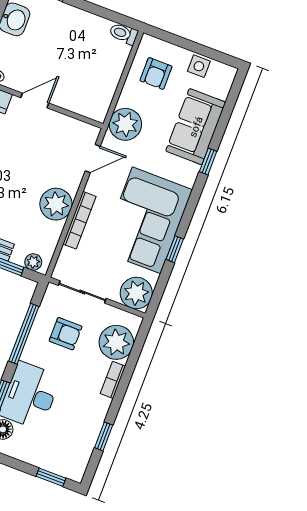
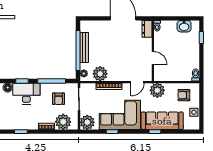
door: (35, 100) -> (153, 58), moved
sofa: (196, 127) -> (162, 121), width x1.36
door: (93, 159) -> (137, 82), hinge flipped
plant: (56, 204) -> (100, 74), moved

